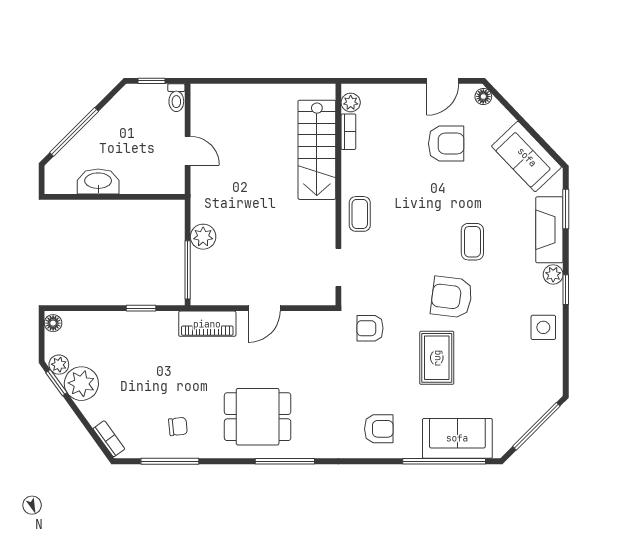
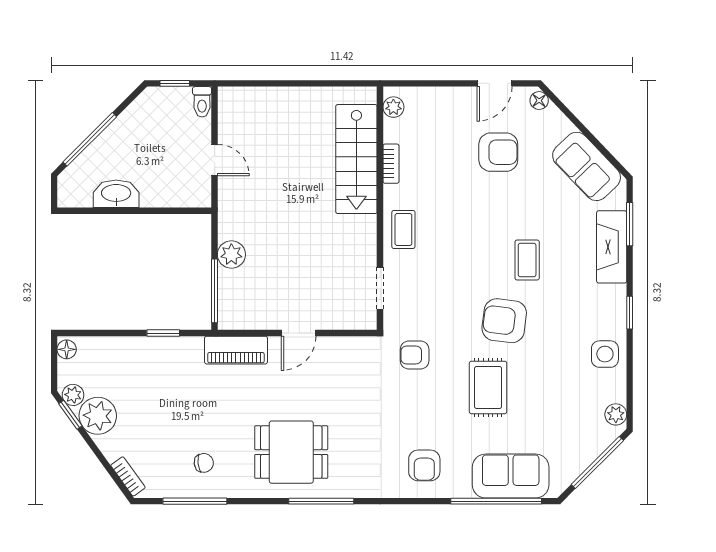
bookcase: (348, 132) -> (391, 164), moved
plant: (553, 274) -> (616, 414), moved
armchair: (379, 429) -> (424, 465), turned 90

